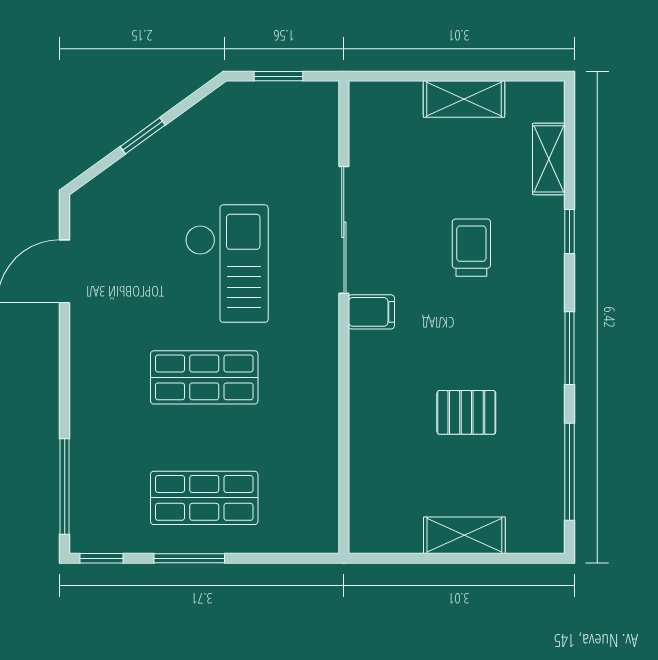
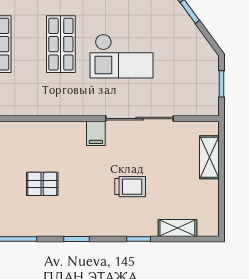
shelving: (464, 99) -> (209, 157), moved
window: (570, 348) -> (76, 239), width x0.67
pallet: (466, 412) -> (42, 184), turned 90

